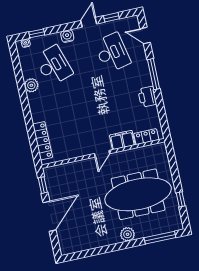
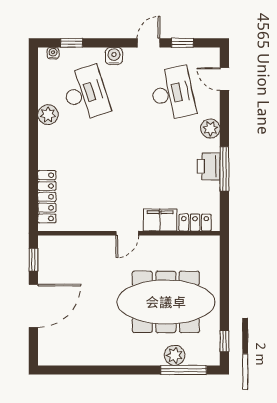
plant: (143, 71) -> (210, 129), added
window: (153, 74) -> (224, 169), moved
window: (181, 199) -> (224, 341), moved
plant: (128, 234) -> (175, 355), moved

